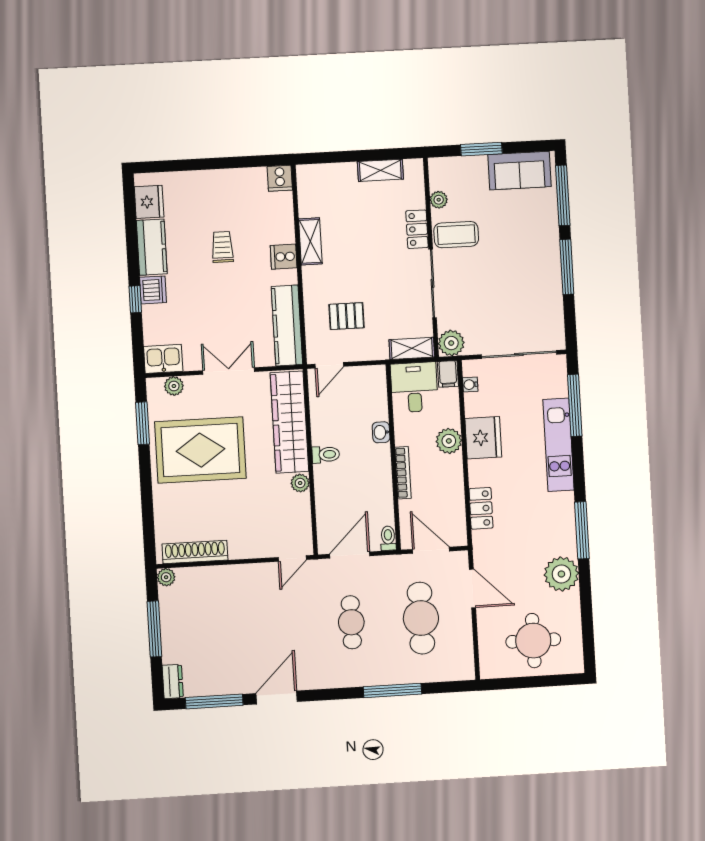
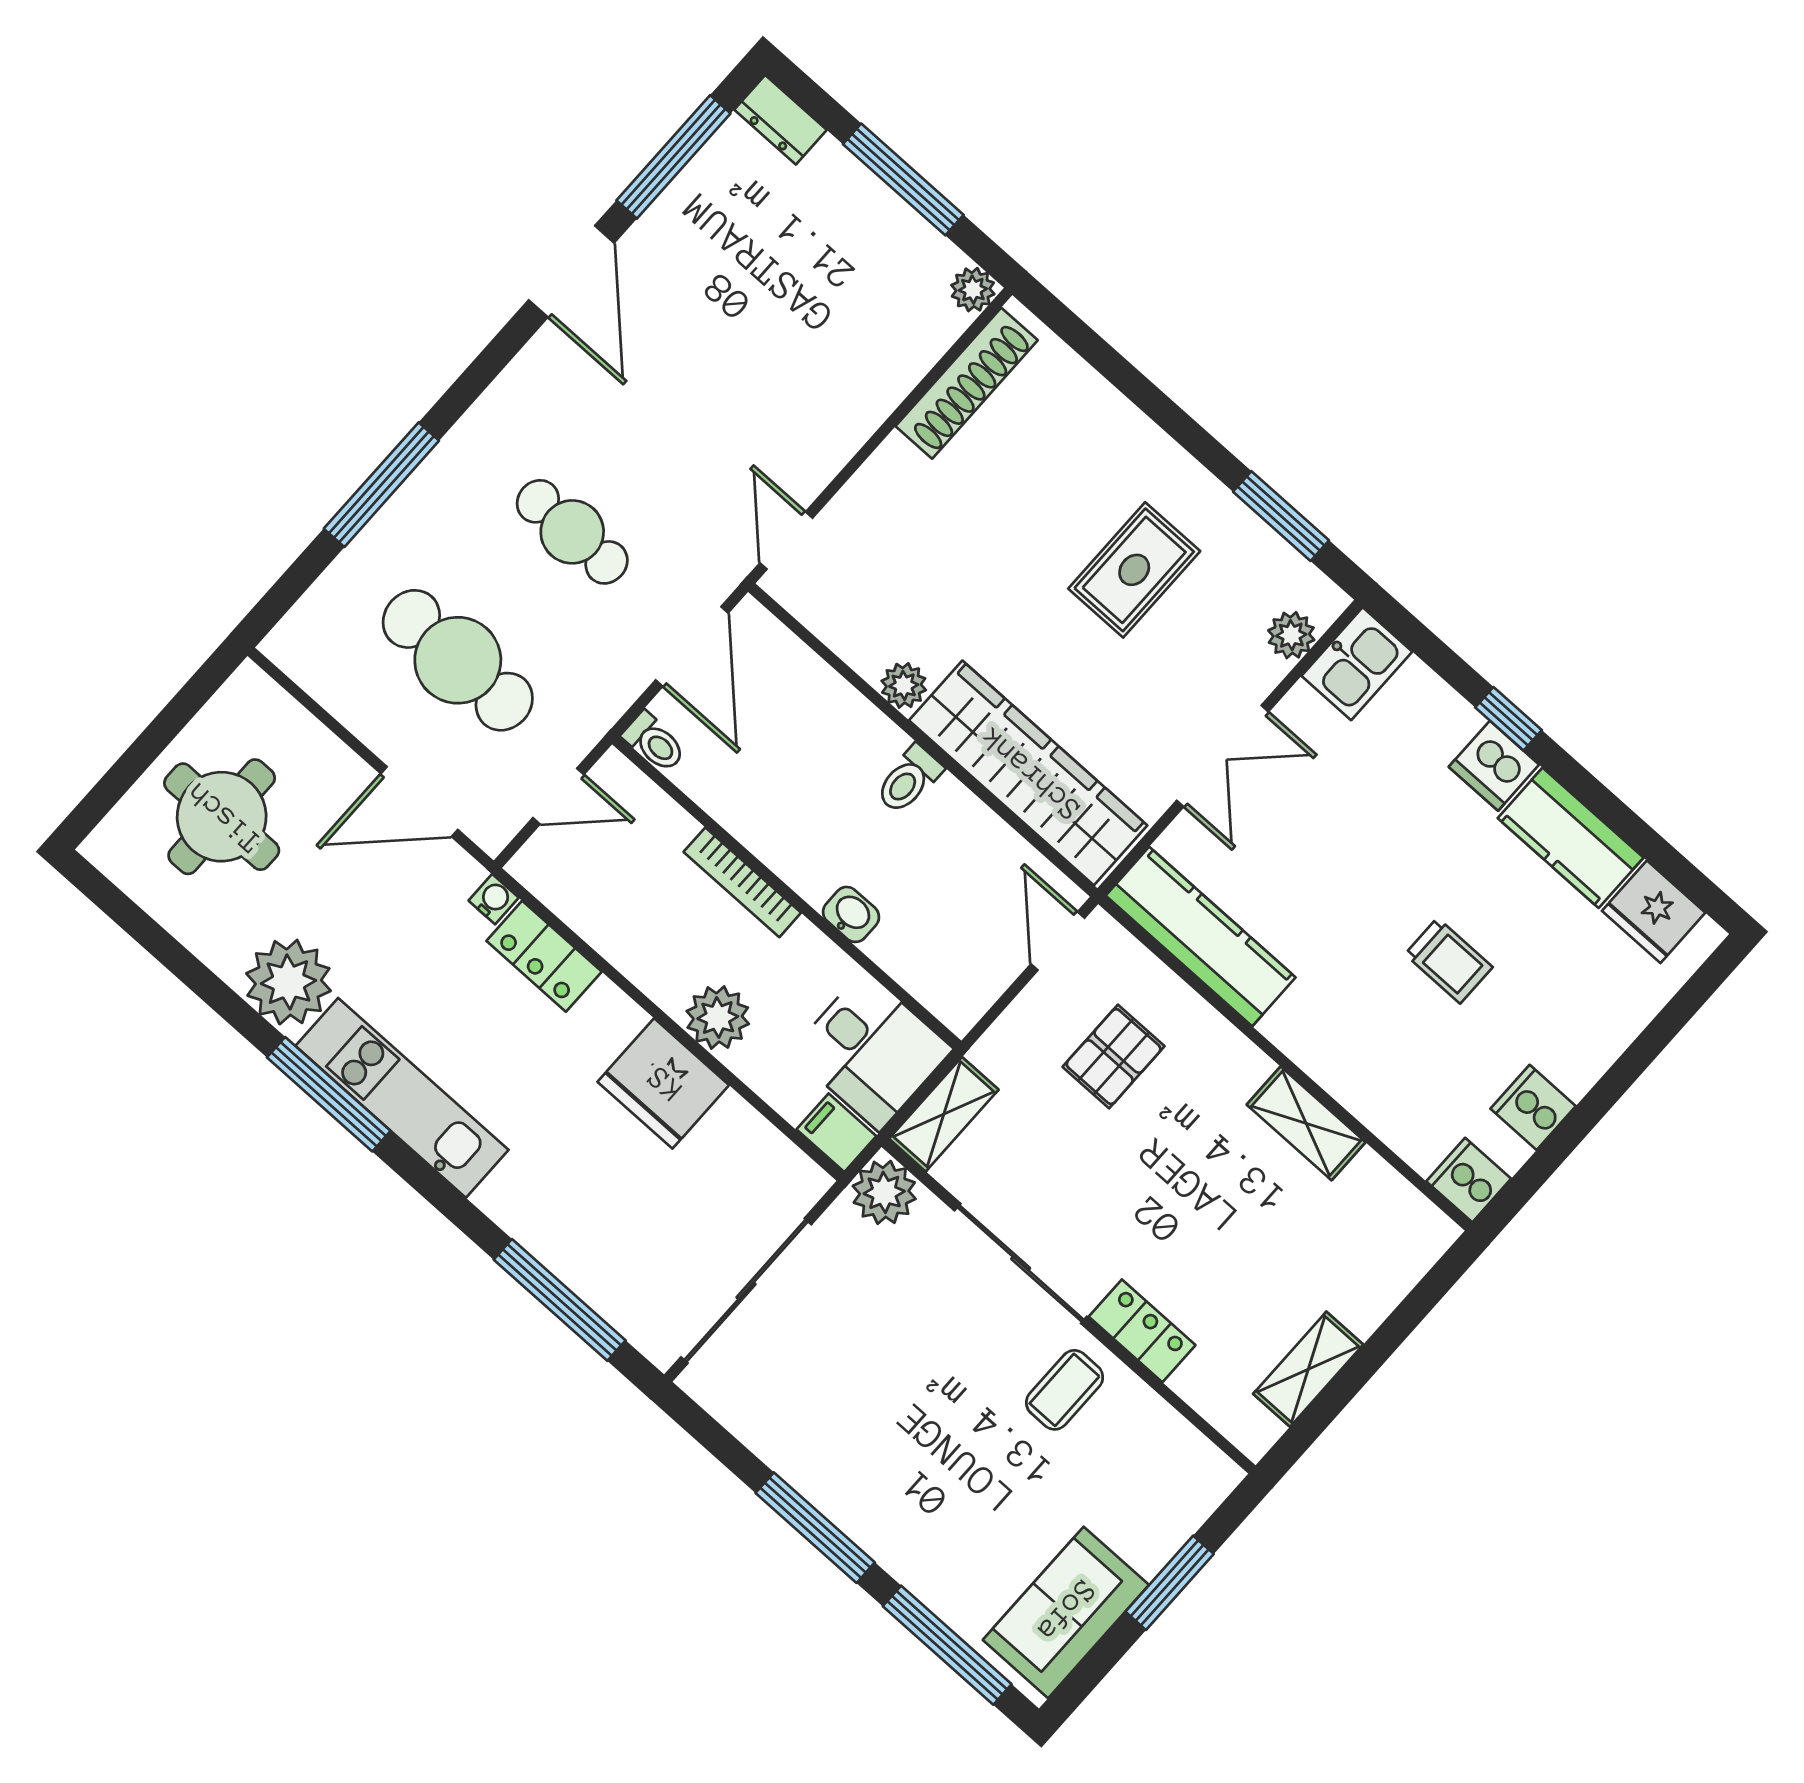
plant: (439, 200) -> (1156, 1420), removed
coffee table: (456, 235) -> (1065, 1390), width x0.73, depth x0.77
cooker: (284, 257) -> (1533, 1107), moved, turned -90
water cooler: (470, 385) -> (494, 899), moved
kitchen unit: (558, 445) -> (402, 1098), moved
rug: (200, 450) -> (1134, 570), width x0.54, depth x0.49
door: (431, 550) -> (558, 796), width x0.73

